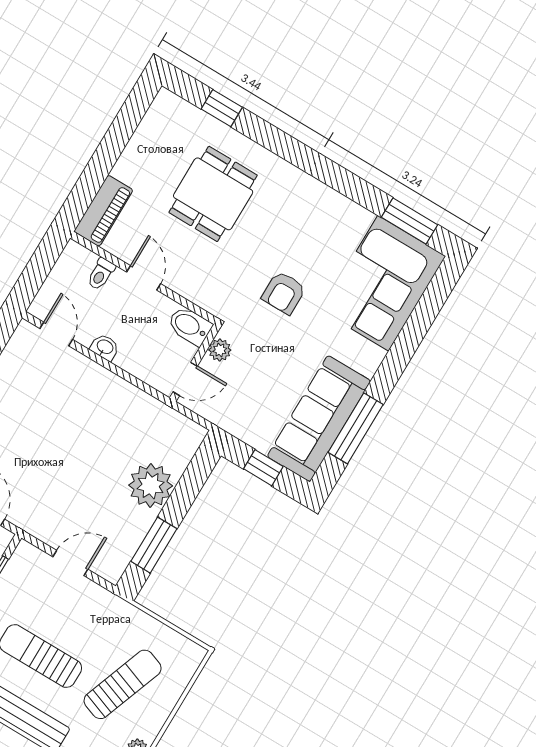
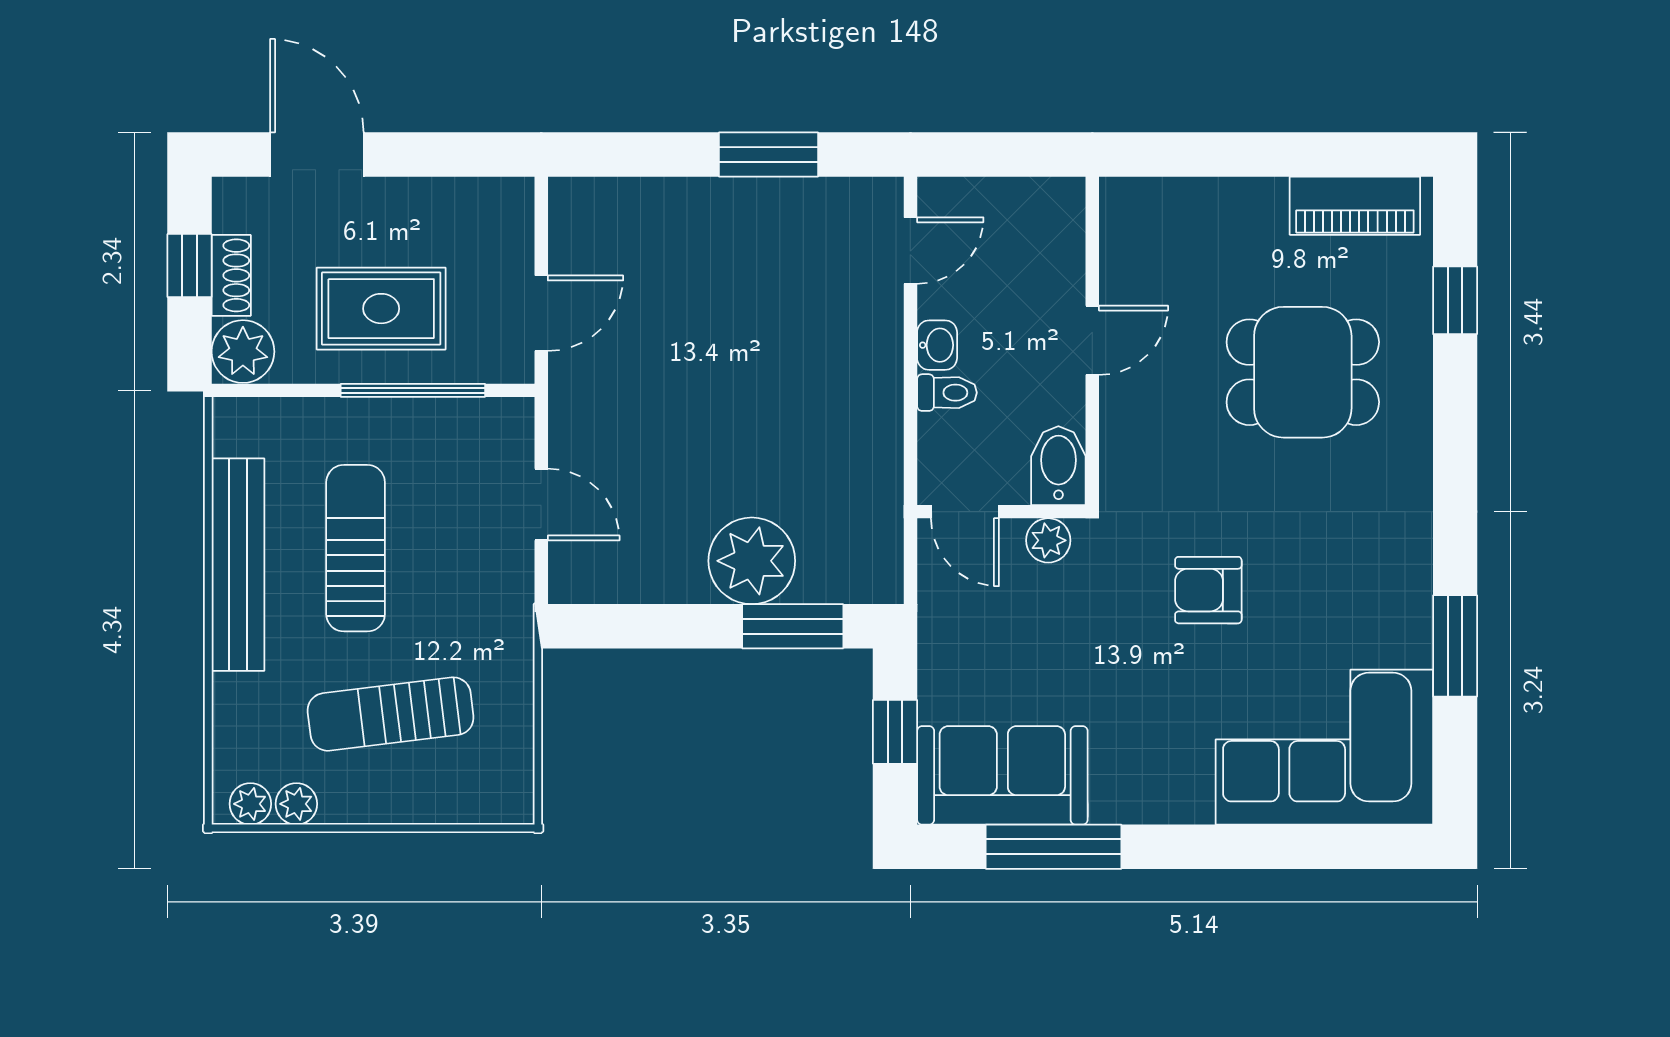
piano: (103, 211) -> (1355, 206), moved
window: (410, 221) -> (1455, 646), moved
toilet: (101, 274) -> (947, 393), moved, turned 180
sofa: (319, 419) -> (1002, 775), width x0.73
window: (154, 545) -> (793, 626), moved
sun lounger: (123, 684) -> (391, 714), turned 153

